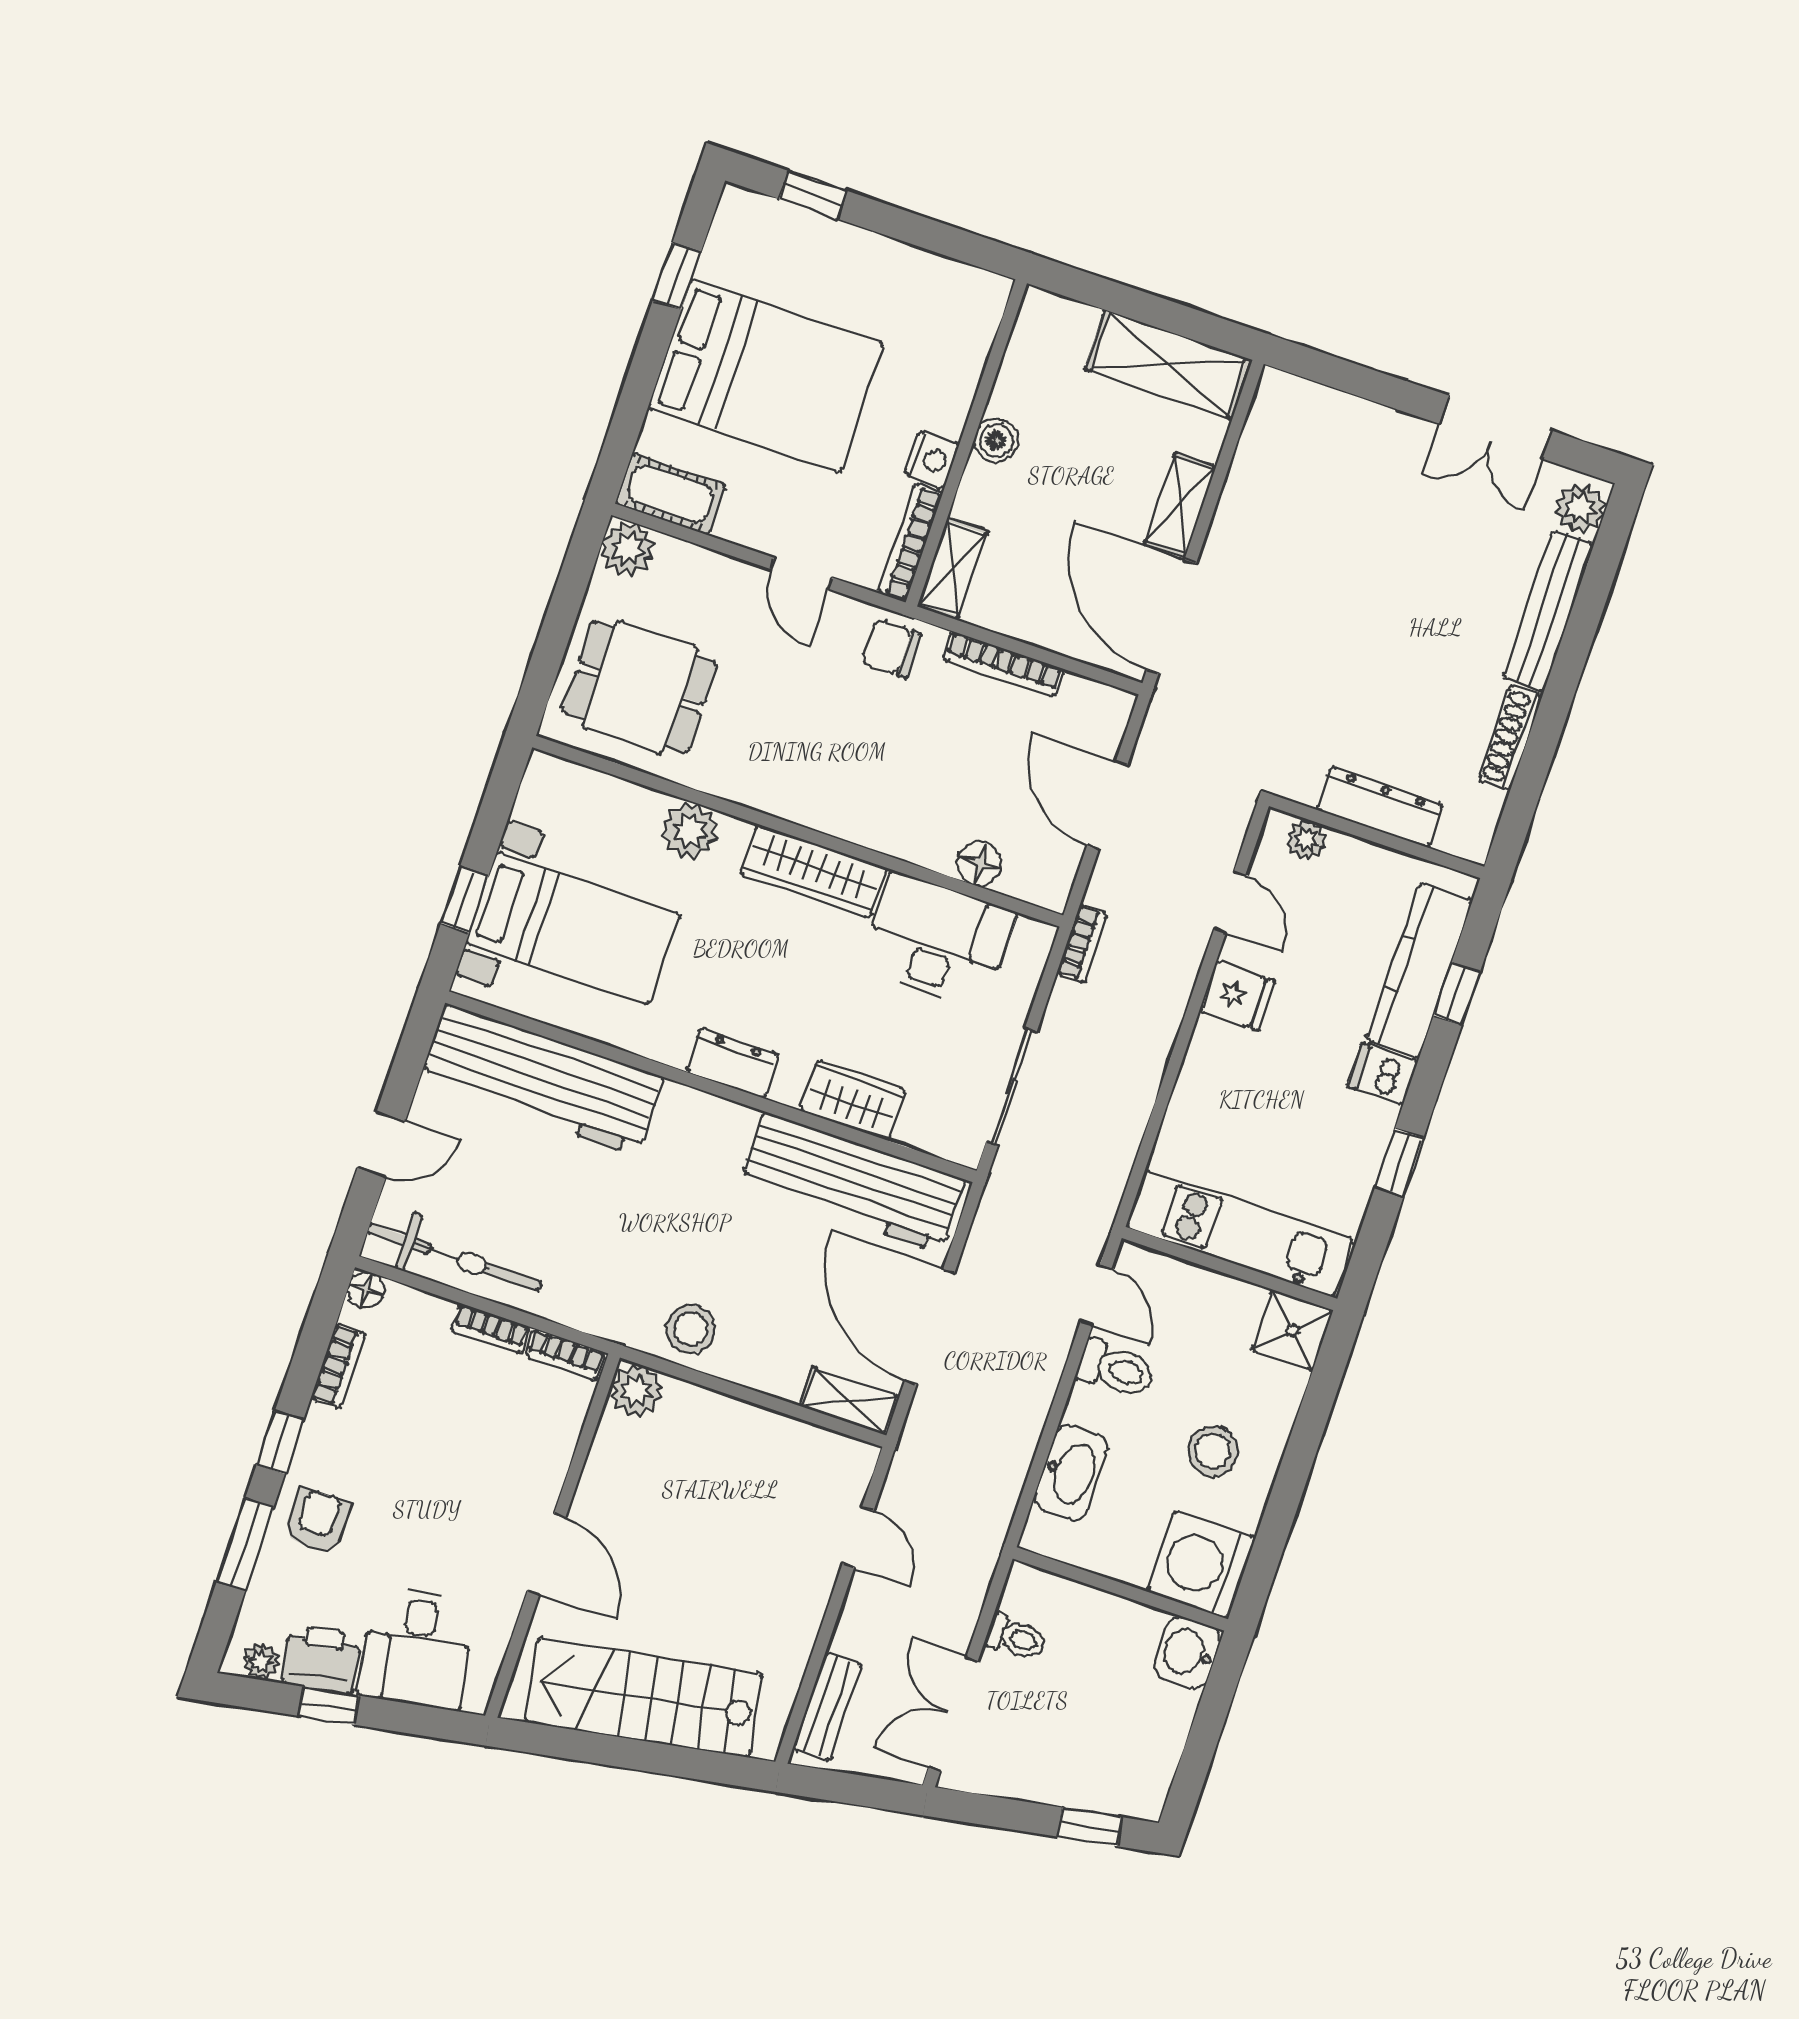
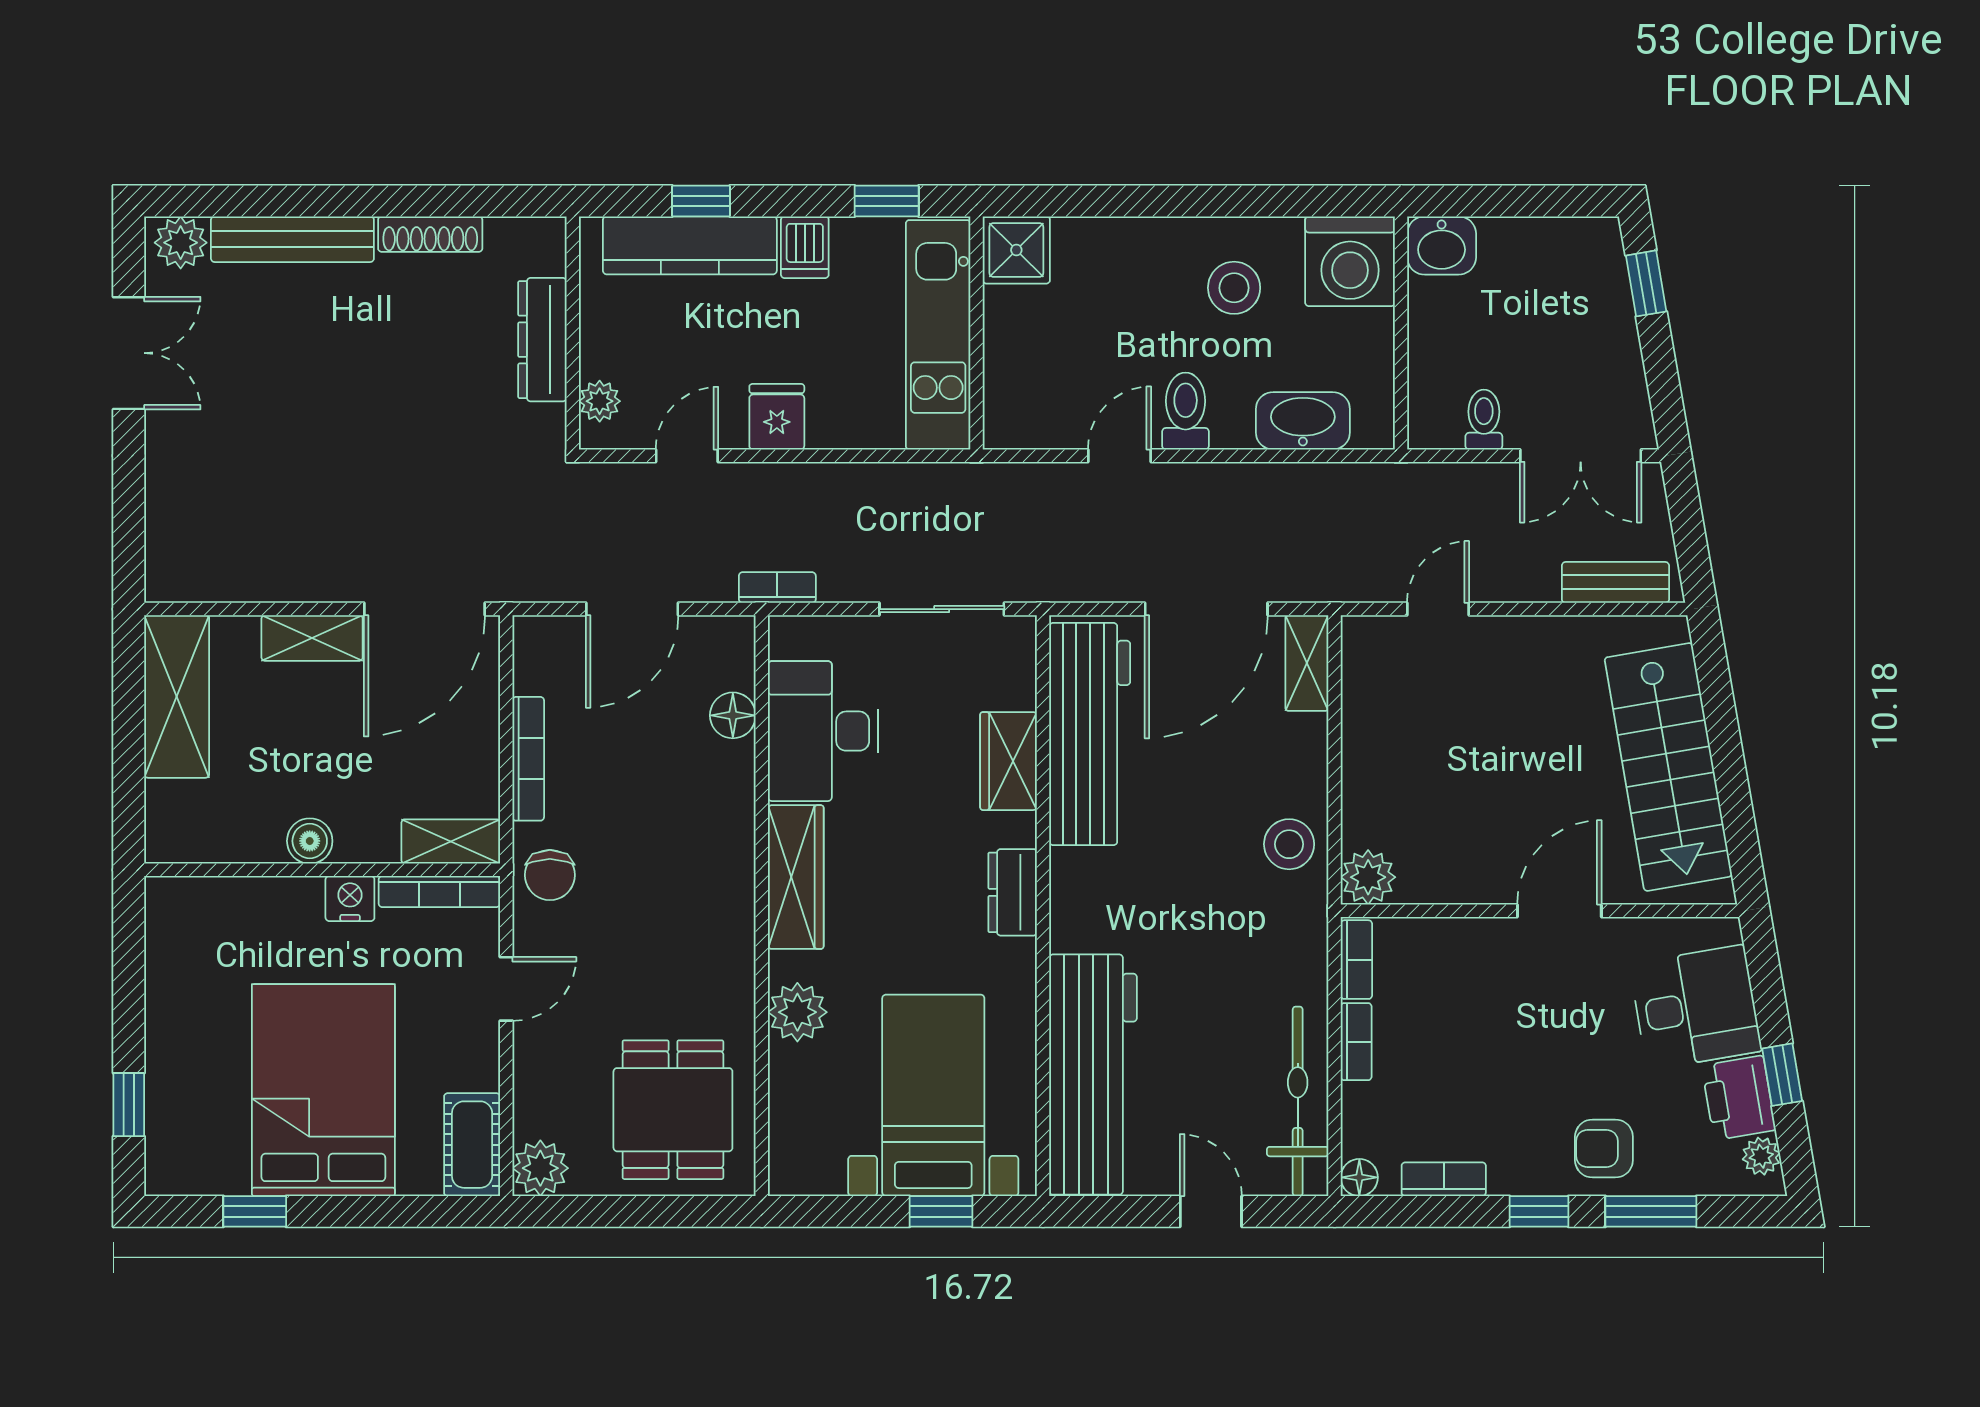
kitchen unit: (1240, 1233) -> (938, 335), moved
wall: (1229, 1268) -> (977, 333), moved
shower: (1293, 1330) -> (1016, 250), moved

